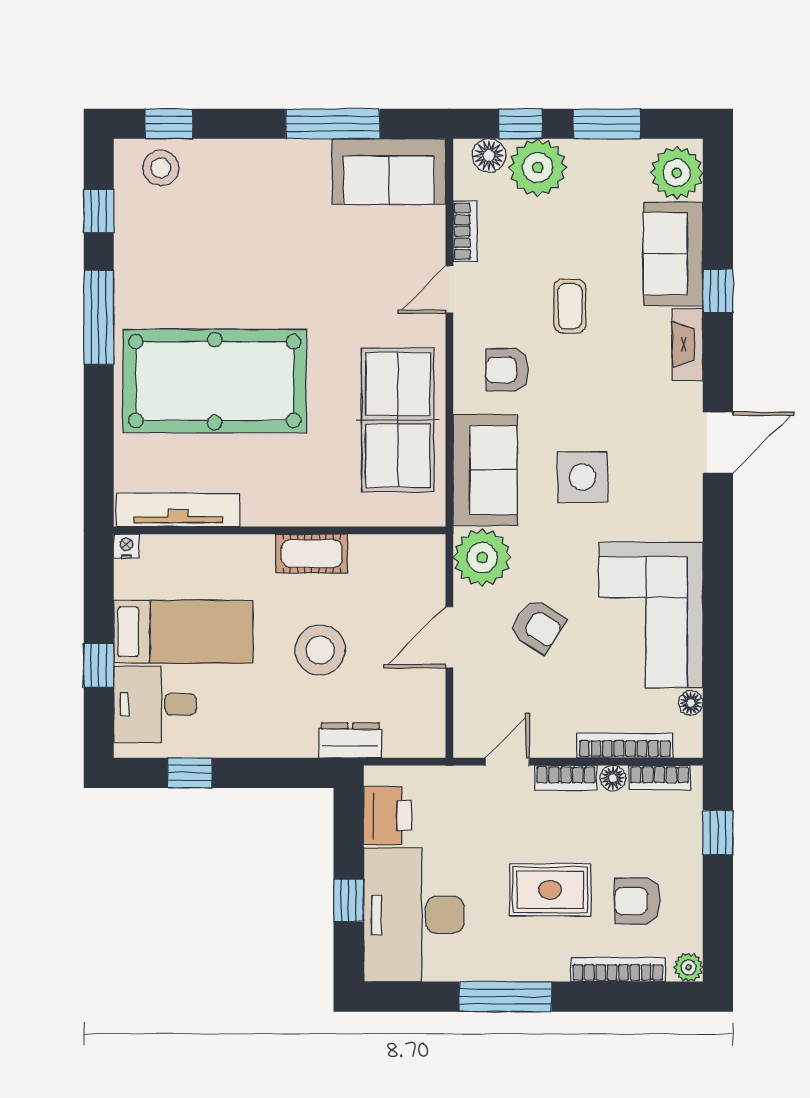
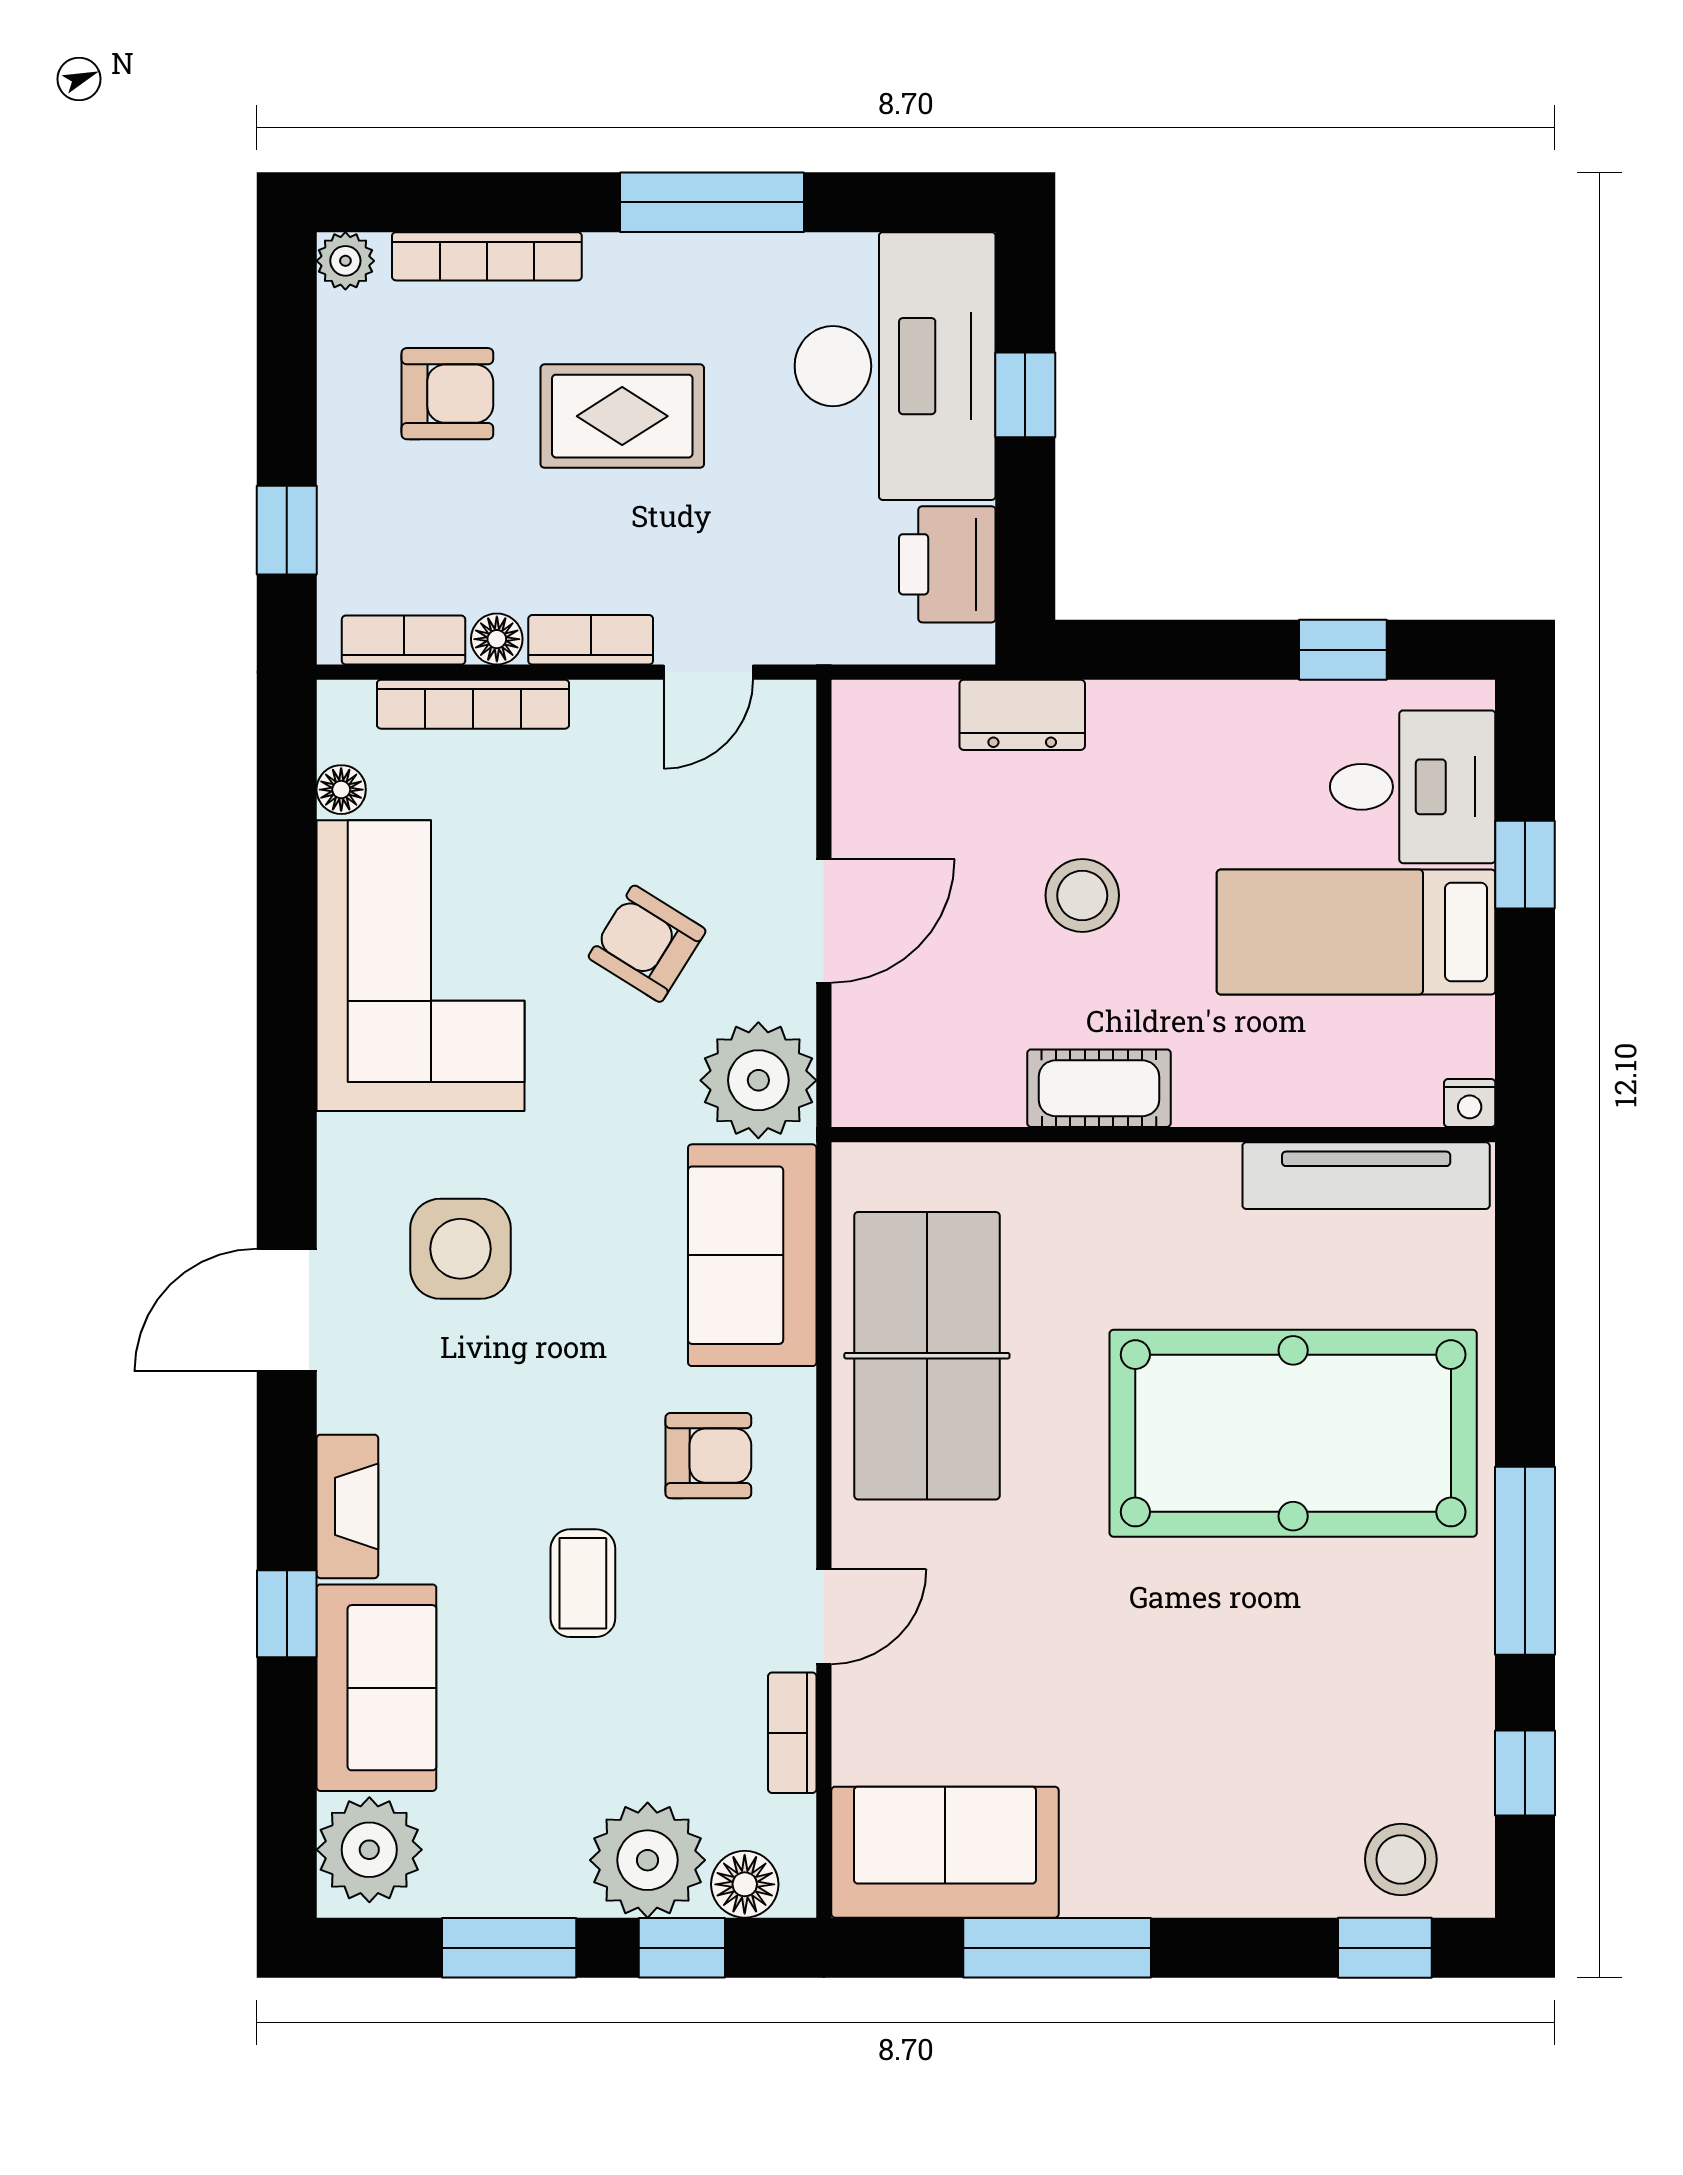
side table: (583, 477) -> (460, 1249), moved
stool: (320, 650) -> (1082, 895), width x0.73, depth x0.73

